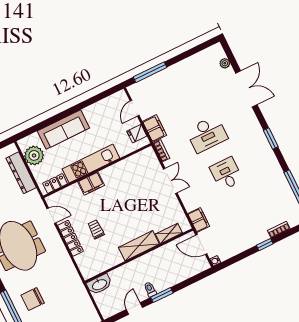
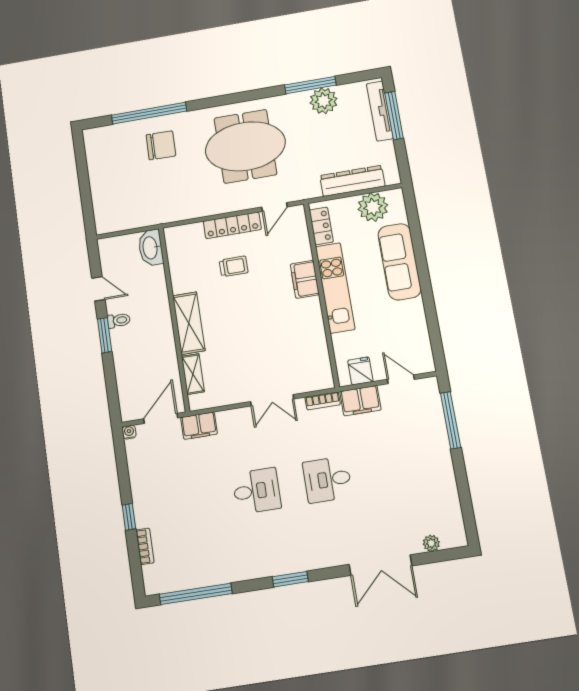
desk: (207, 134) -> (327, 480), width x0.73
chair: (33, 299) -> (161, 145), turned 91

